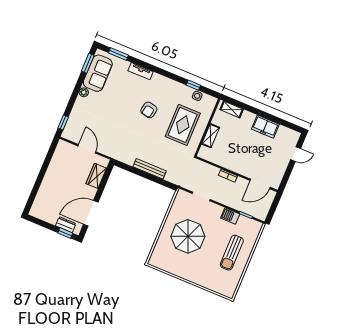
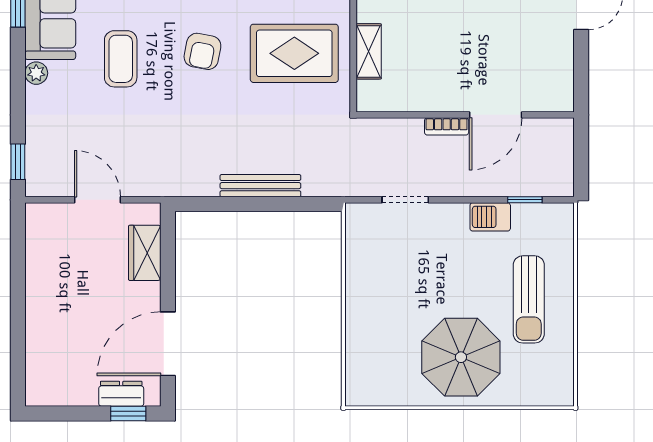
coffee table: (117, 100) -> (121, 59), added
rug: (183, 125) -> (294, 53), turned 90
door: (260, 184) -> (496, 115), moved
parasol: (188, 236) -> (461, 357), moved

